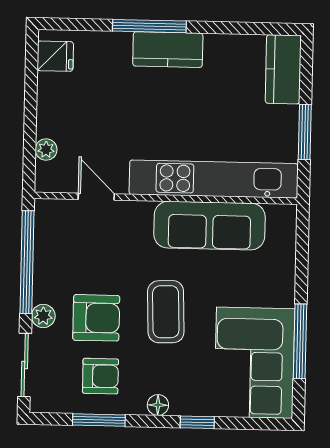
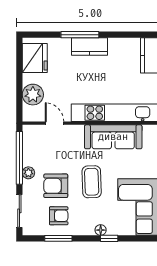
fridge: (55, 56) -> (35, 58), width x1.88, depth x1.34
plant: (46, 150) -> (33, 95), width x1.88, depth x1.88
plant: (43, 316) -> (28, 173), moved
armchair: (96, 318) -> (56, 186), turned 180
floor lamp: (158, 405) -> (101, 230), moved

